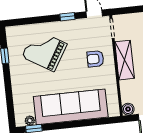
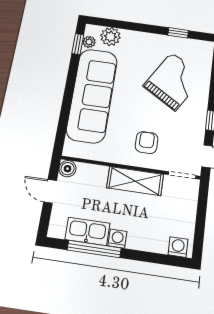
plant: (21, 106) -> (110, 37), added

